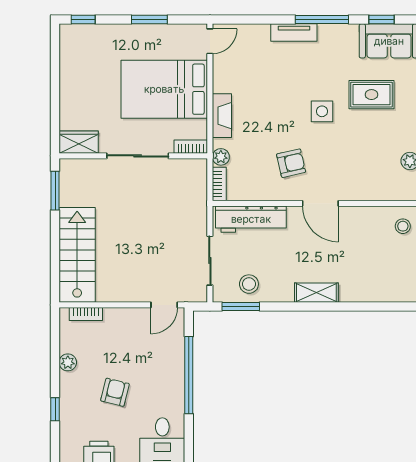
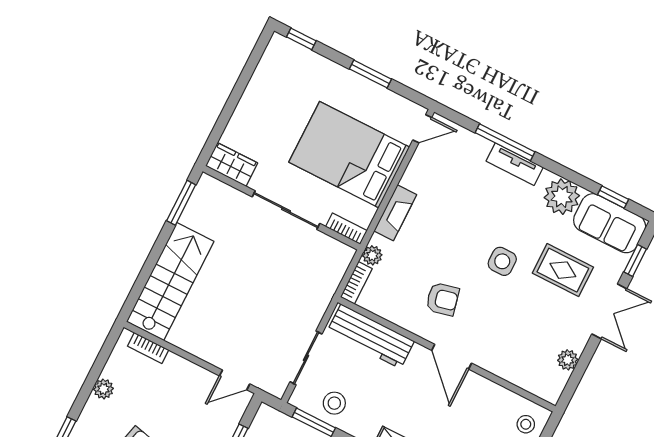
window: (322, 20) -> (505, 142), moved
plant: (342, 39) -> (562, 197), added

